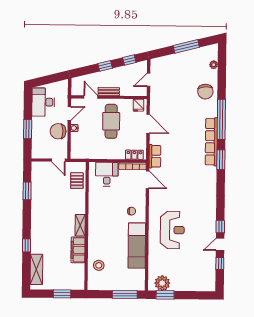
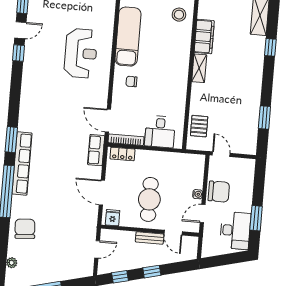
window: (28, 129) -> (256, 218), moved
reception desk: (172, 230) -> (81, 53), turned 180

